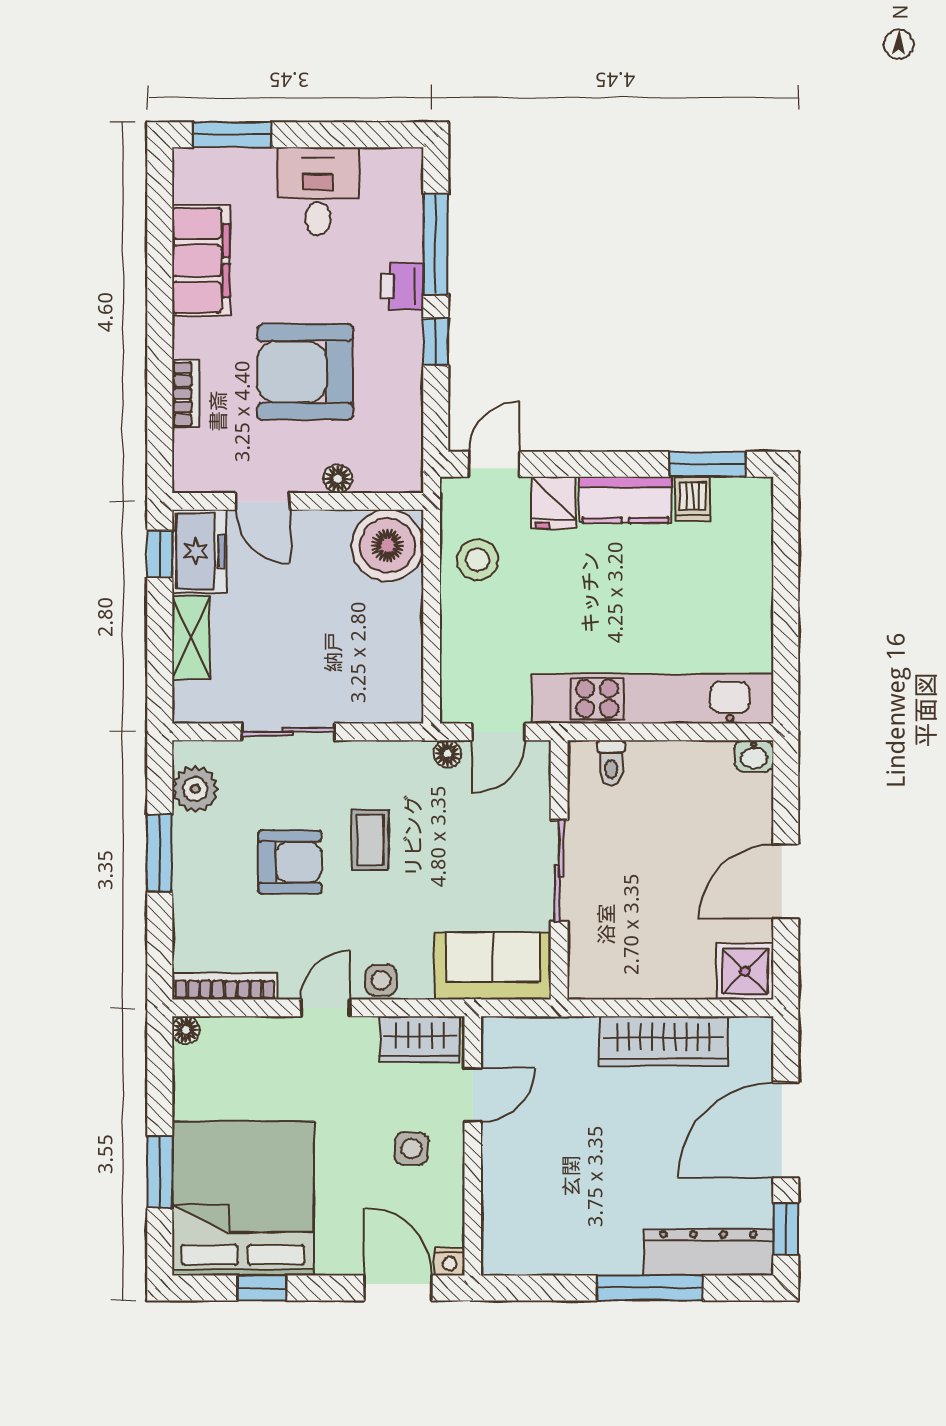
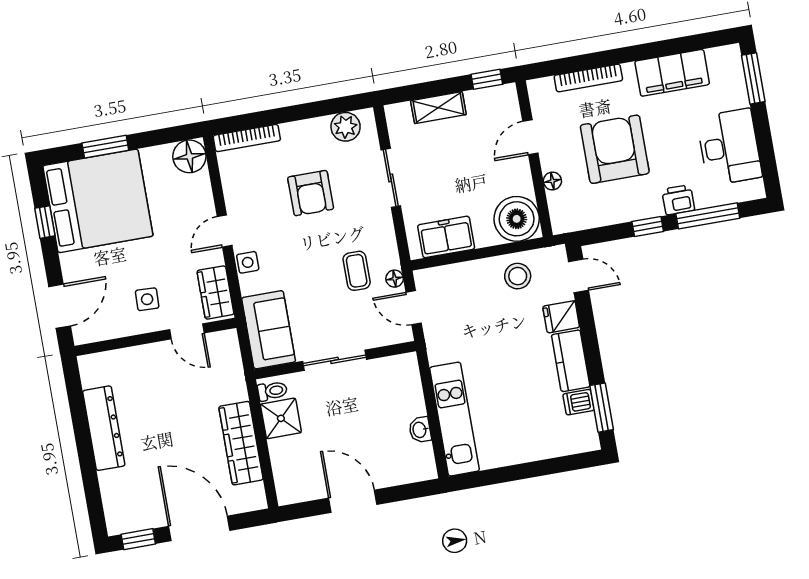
desk: (318, 191) -> (729, 147), width x1.37
bookcase: (186, 394) -> (588, 78), width x1.56
freezer: (199, 551) -> (446, 237), moved, turned 180
kitchen unit: (653, 699) -> (454, 419), width x0.73
washbasin: (754, 756) -> (420, 430), moved
toilet: (611, 763) -> (272, 391), moved, turned 180
coffee table: (370, 840) -> (357, 271), moved, turned 90
window: (160, 853) -> (302, 112), removed
shower: (745, 971) -> (281, 418), moved
bookcase: (225, 986) -> (247, 138), moved, turned 90
door: (326, 1008) -> (225, 231), swing flipped
floor lamp: (186, 1030) -> (189, 156), width x1.89, depth x1.89
dresser: (708, 1252) -> (104, 428), moved
nightstand: (450, 1261) -> (82, 335), removed
window: (650, 1288) -> (87, 462), removed

